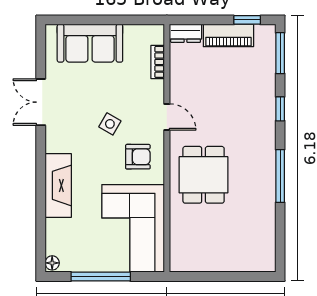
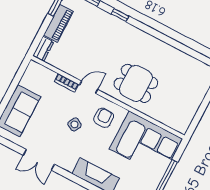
bookcase: (158, 62) -> (66, 83), moved
window: (280, 176) -> (161, 37), removed

